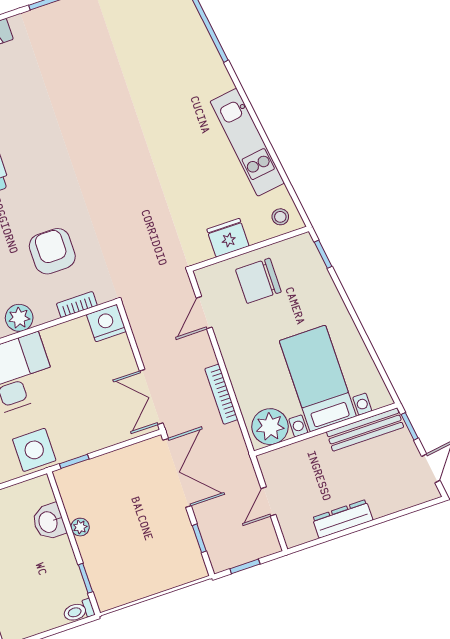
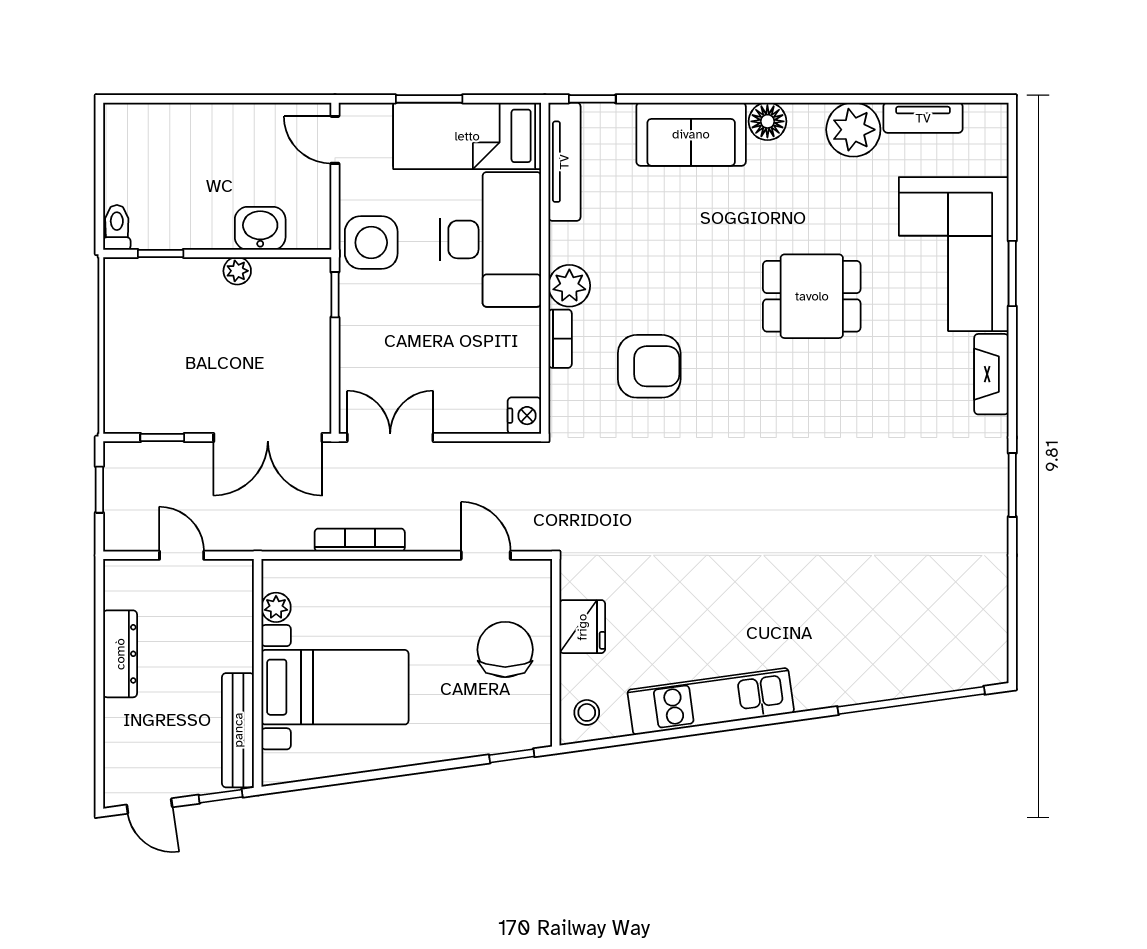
bookcase: (77, 305) -> (560, 339), moved
nightstand: (106, 323) -> (524, 416), width x0.74, depth x0.75
plant: (270, 427) -> (276, 607), width x0.53, depth x0.53

